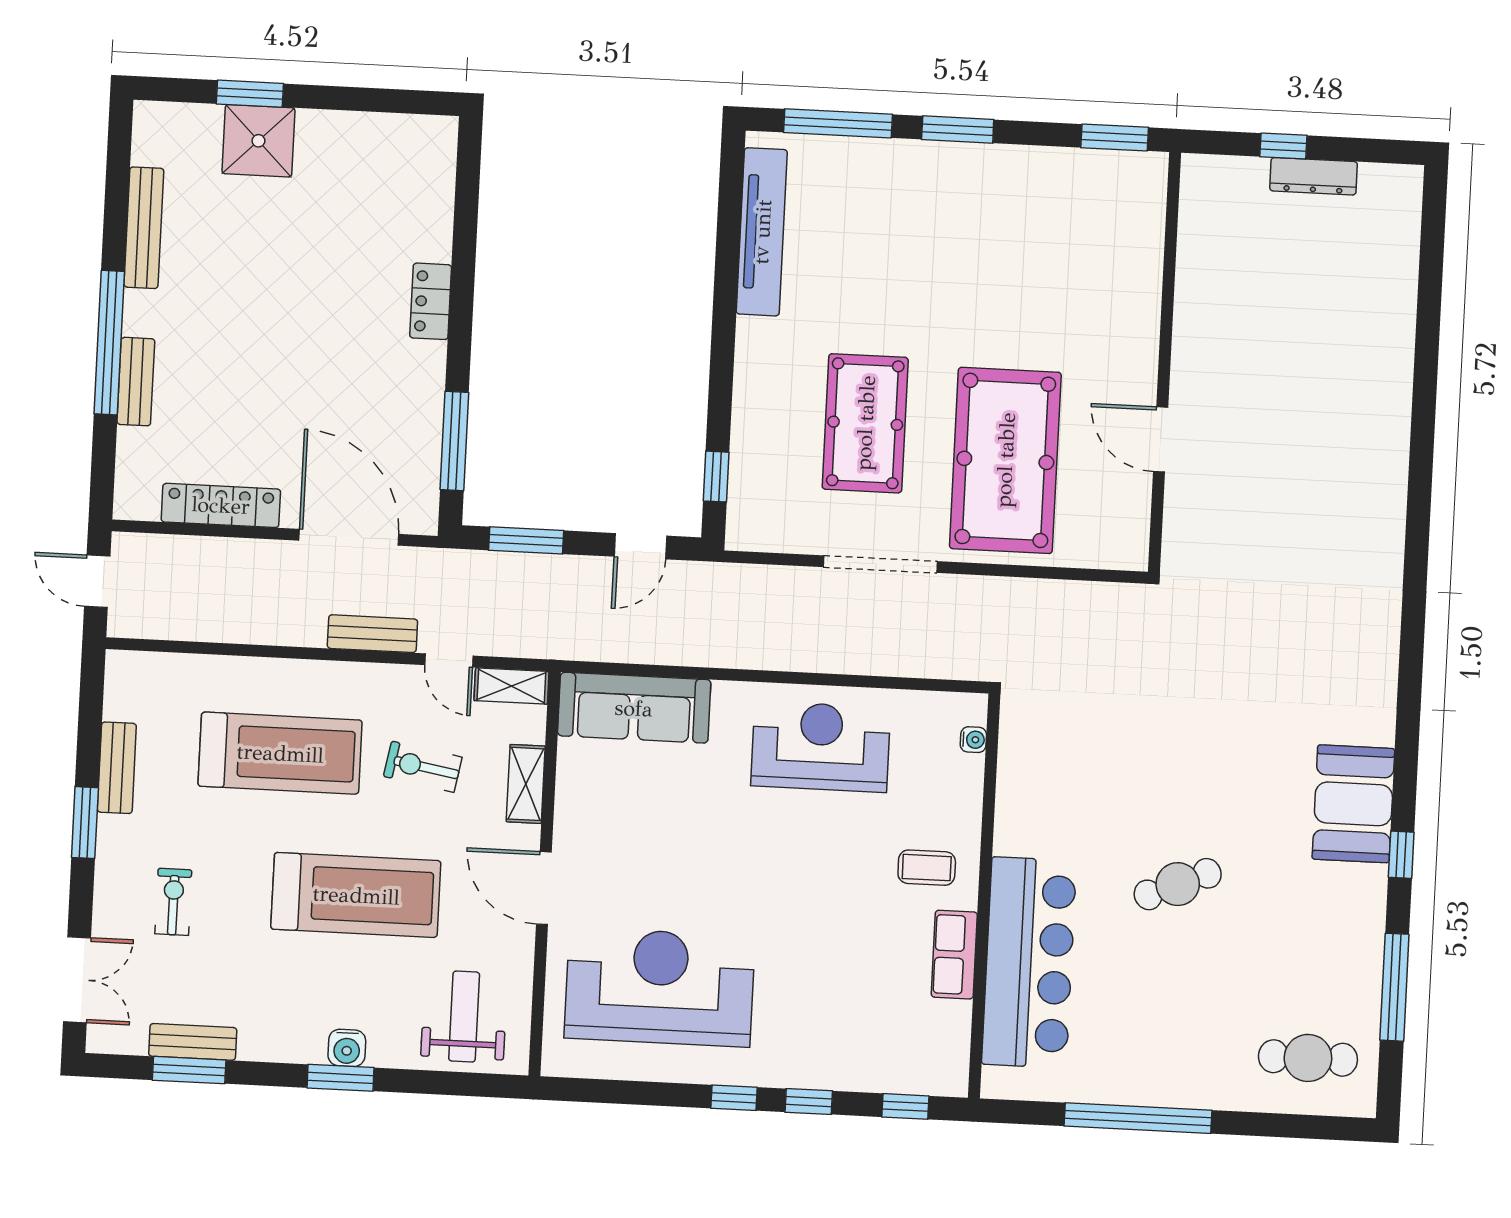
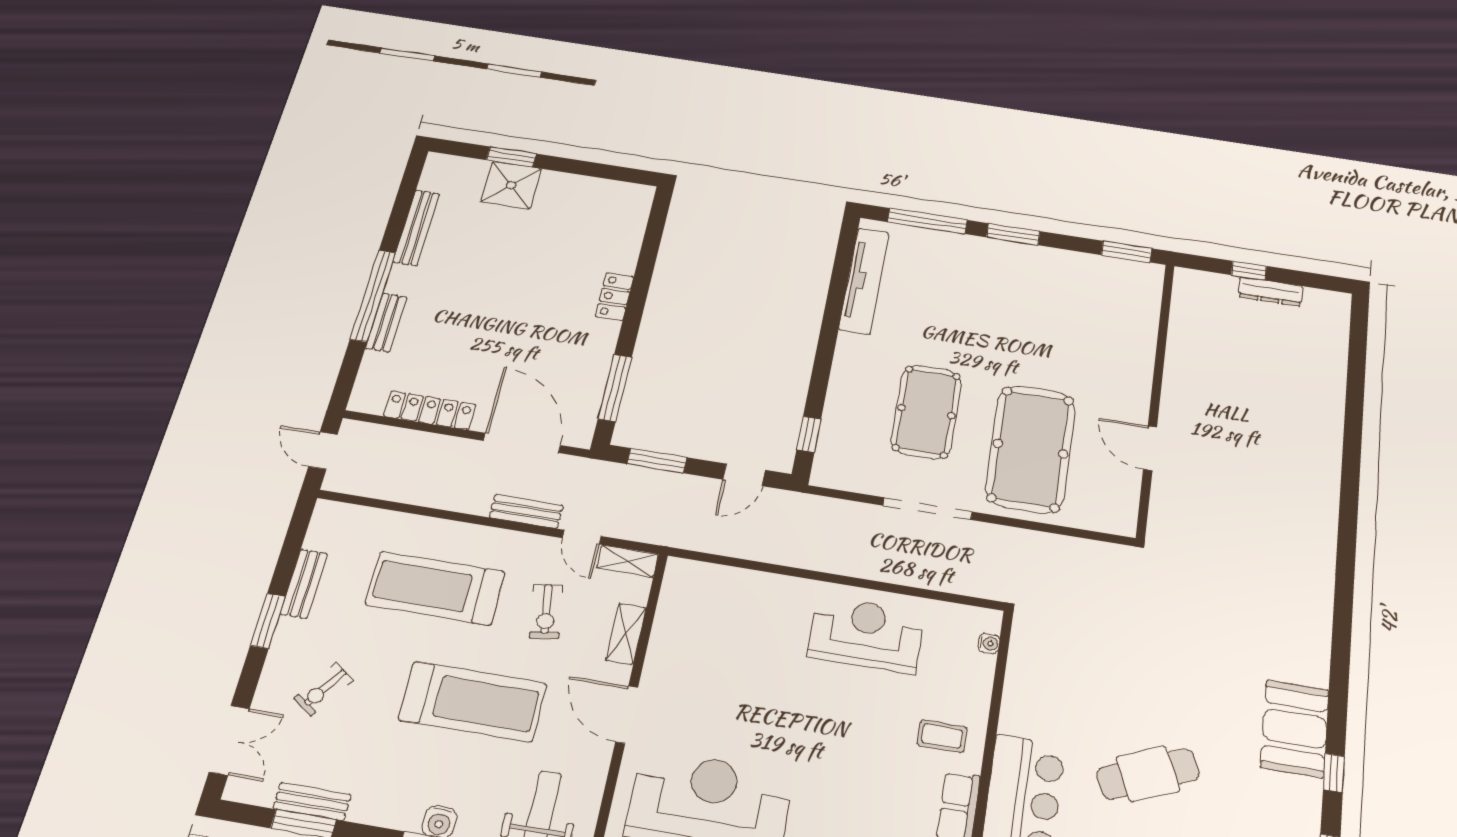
sofa: (634, 708) -> (722, 588), removed
treadmill: (280, 753) -> (435, 588), turned 180
exercise bike: (423, 767) -> (546, 612), turned -109
cafe table: (1178, 884) -> (1148, 774), width x1.37, depth x1.35
exercise bike: (173, 902) -> (323, 689), turned -145

